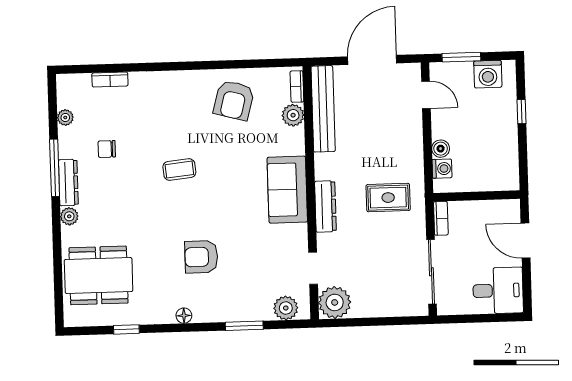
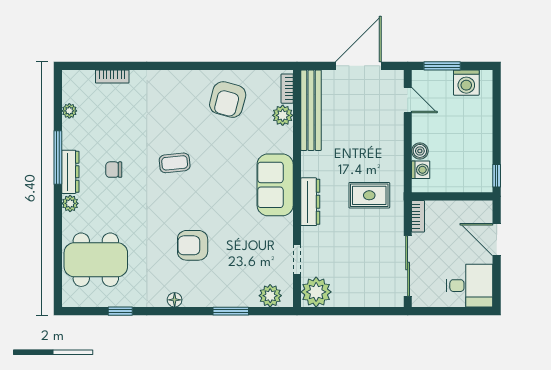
window: (521, 112) -> (497, 176), moved
chair: (107, 149) -> (114, 170), moved

